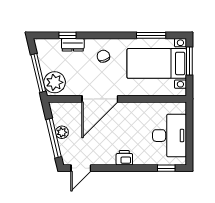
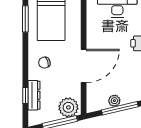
dresser: (73, 45) -> (34, 95), width x1.44
door: (100, 99) -> (84, 66), hinge flipped

